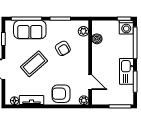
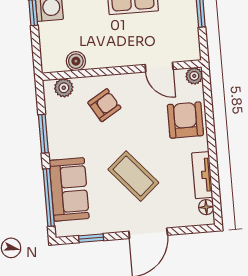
armchair: (63, 48) -> (104, 105), moved
door: (90, 82) -> (159, 67), swing flipped
armchair: (61, 94) -> (185, 120), turned 180

